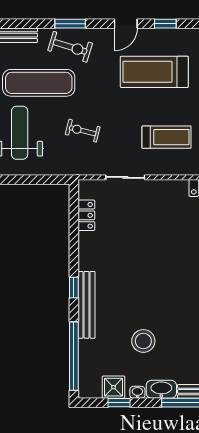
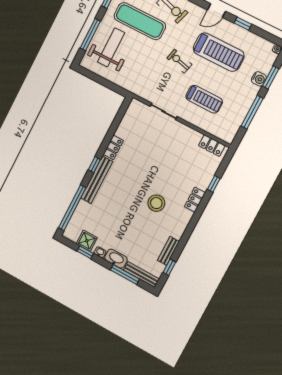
treadmill: (154, 72) -> (219, 52), turned 180
exercise bike: (83, 131) -> (179, 61), moved
locker: (86, 215) -> (113, 147), moved
stool: (143, 341) -> (156, 203), moved

